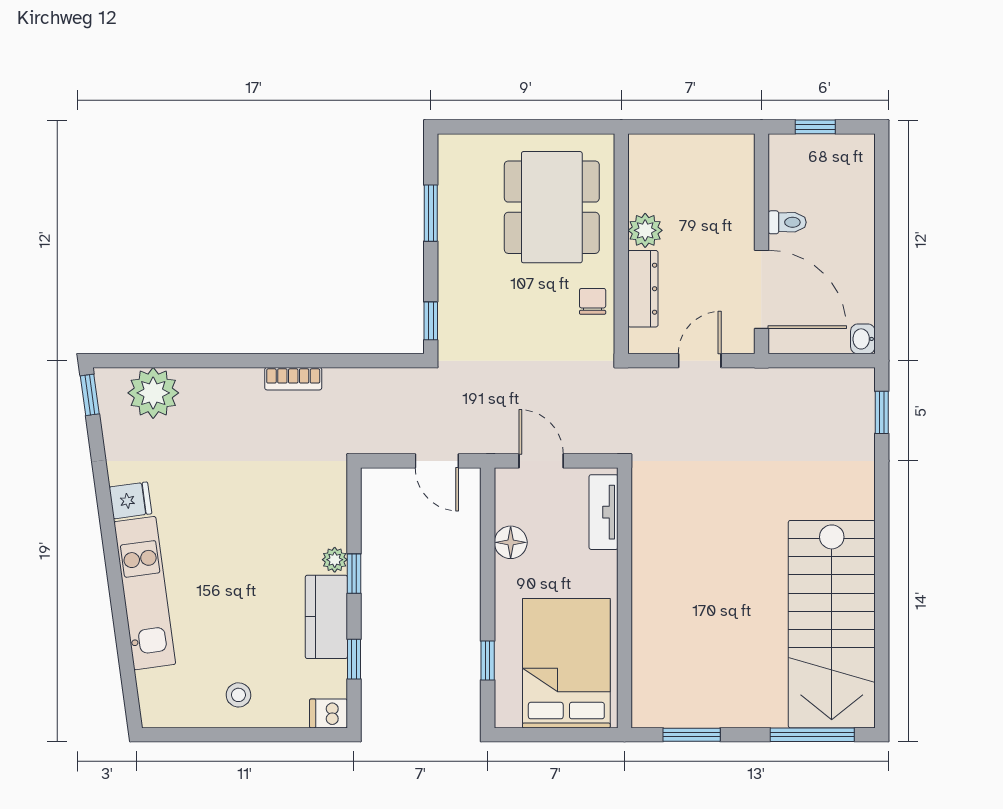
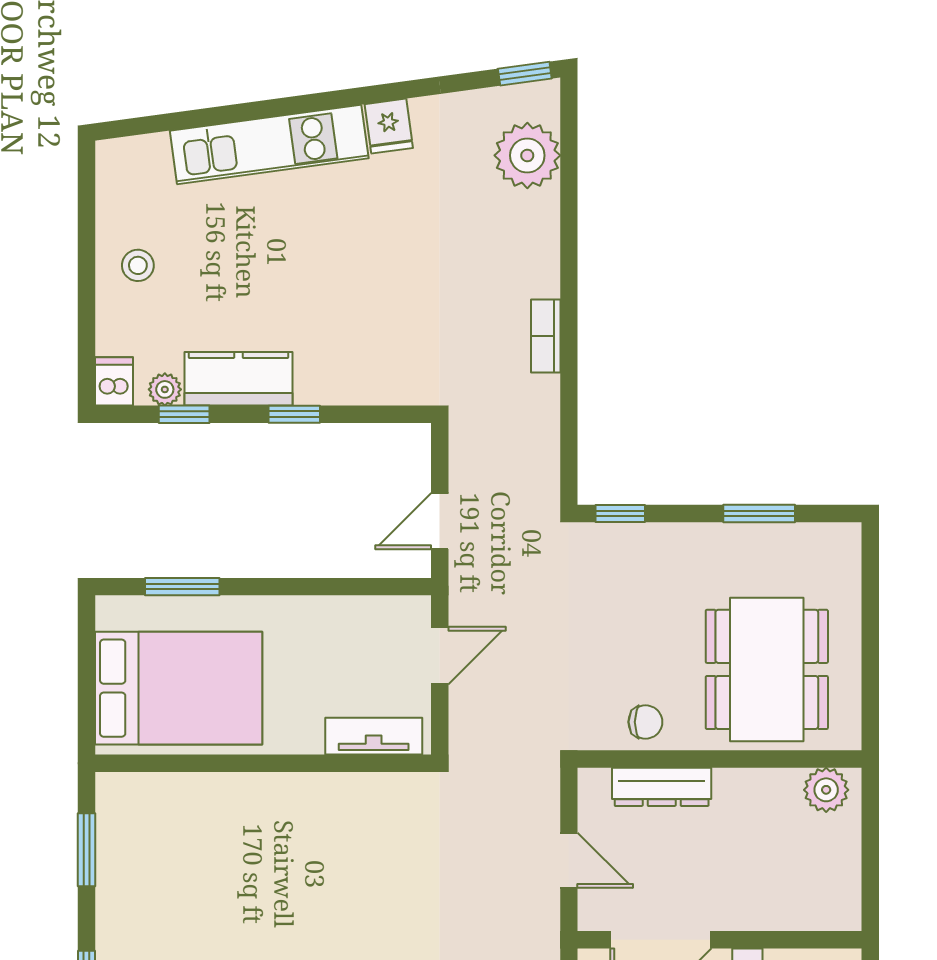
dining table: (552, 207) -> (767, 669), turned 90
plant: (645, 230) -> (826, 790), moved
floor lamp: (511, 542) -> (335, 616), removed
plant: (335, 560) -> (165, 389), moved
window: (488, 661) -> (182, 587), width x1.50

